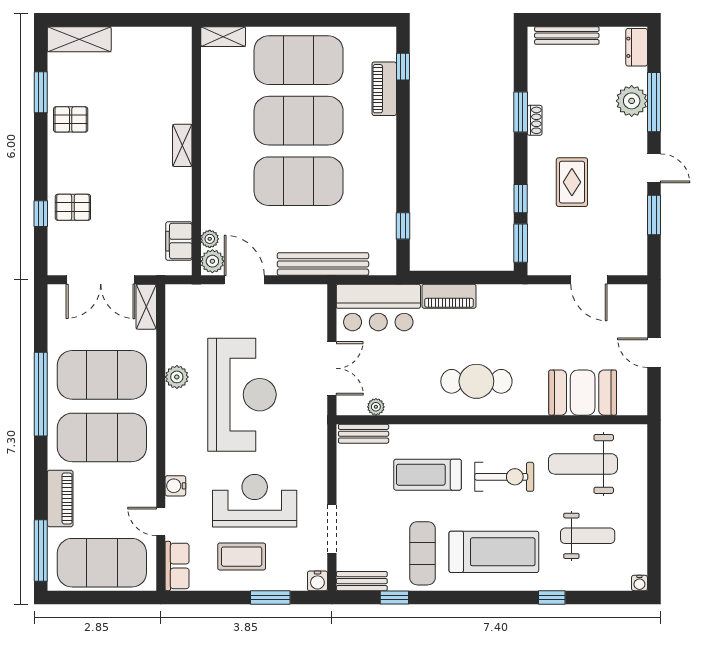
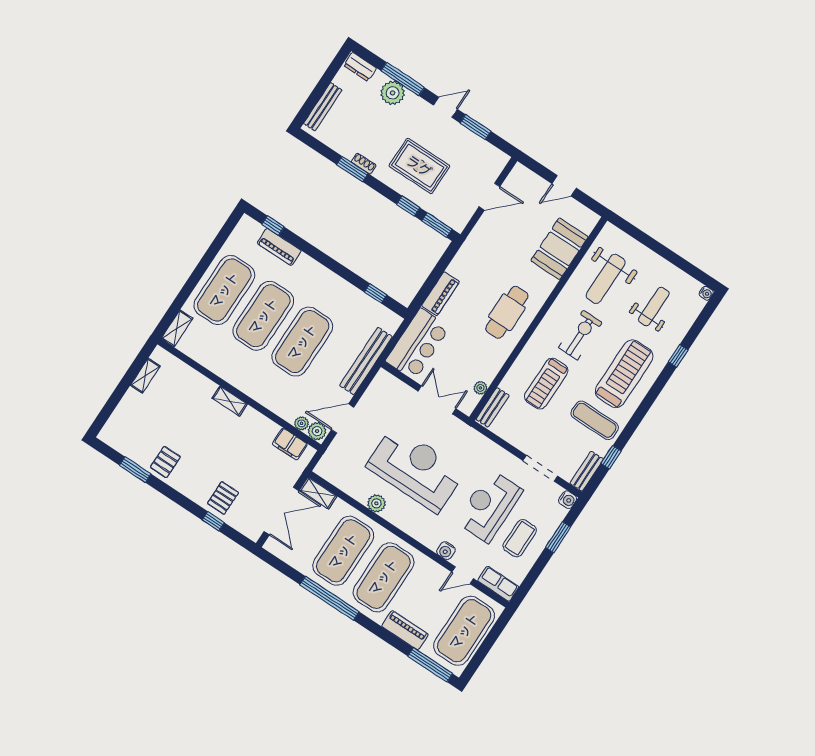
shelving: (79, 39) -> (145, 376), moved, width x0.67, depth x0.75
rug: (572, 182) -> (419, 166), width x1.36, depth x1.43

